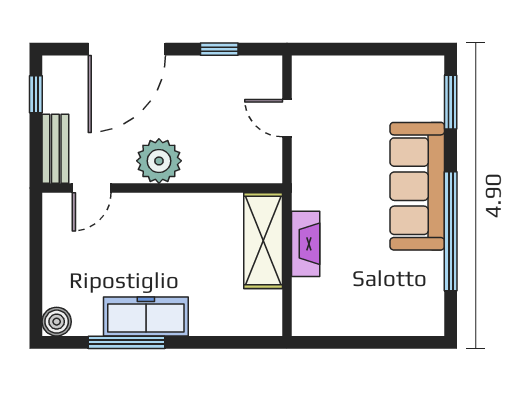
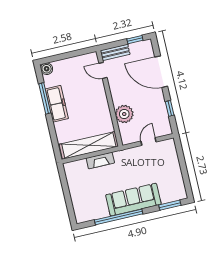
plant: (159, 161) -> (124, 114), moved
shelving: (263, 241) -> (89, 145), width x1.47

